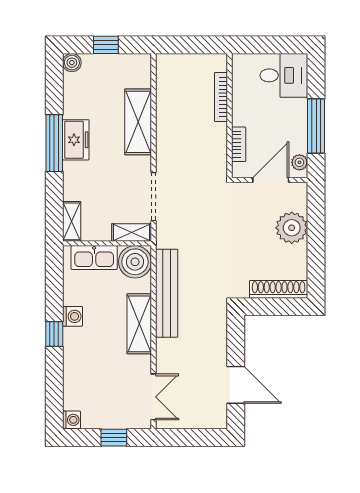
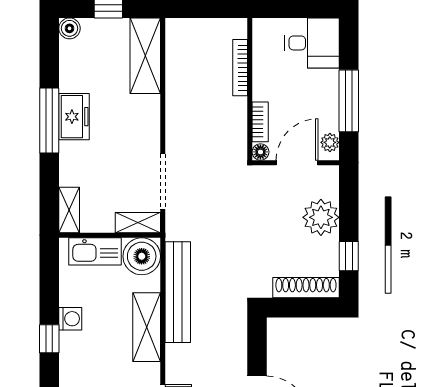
shelving: (138, 122) -> (145, 56), moved
floor lamp: (239, 171) -> (260, 152), added
window: (316, 262) -> (349, 256), added

